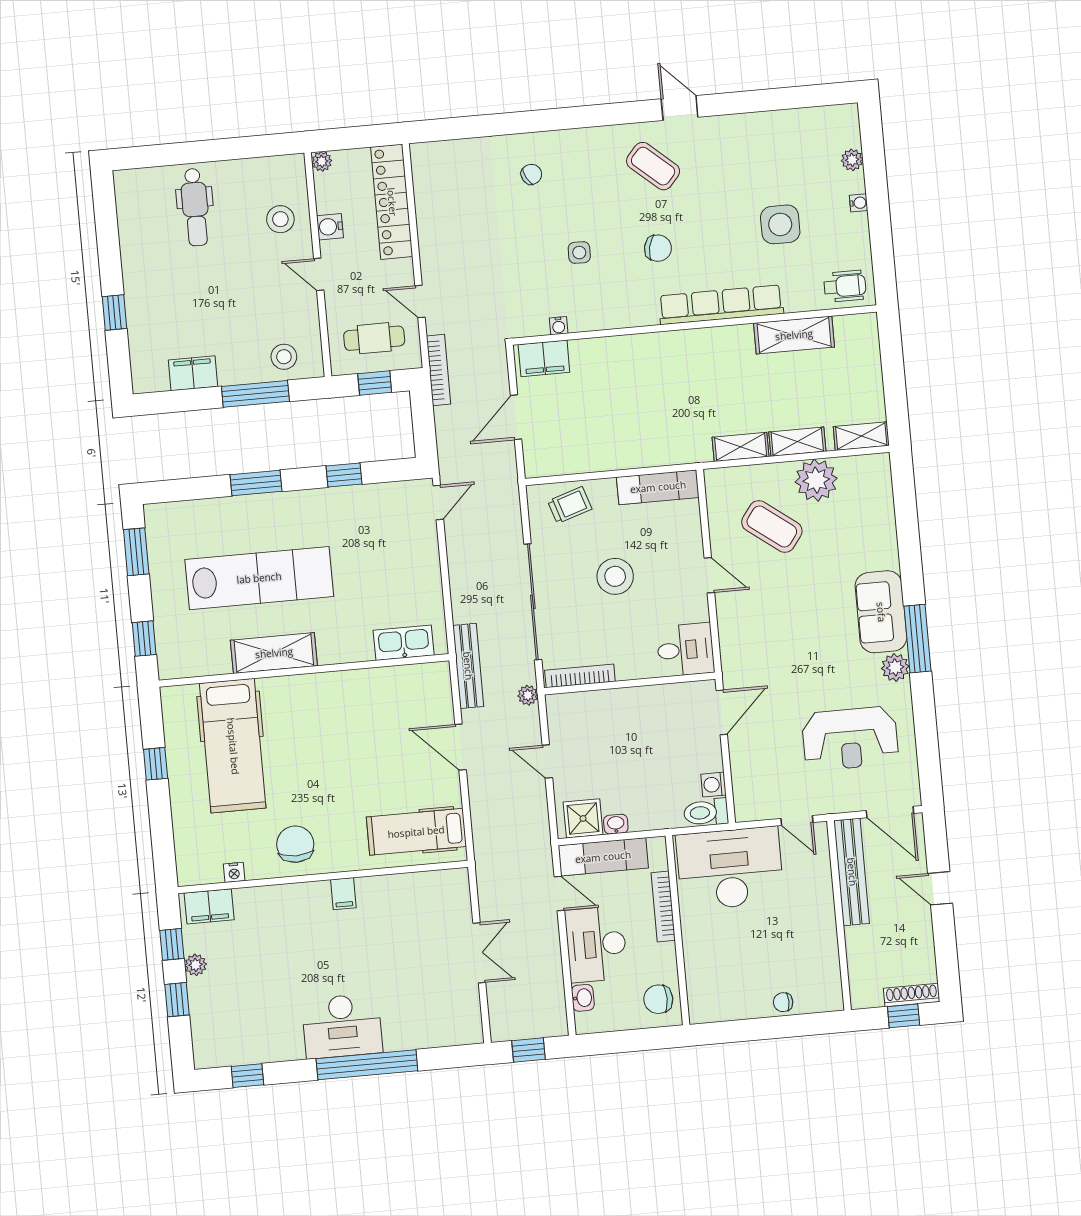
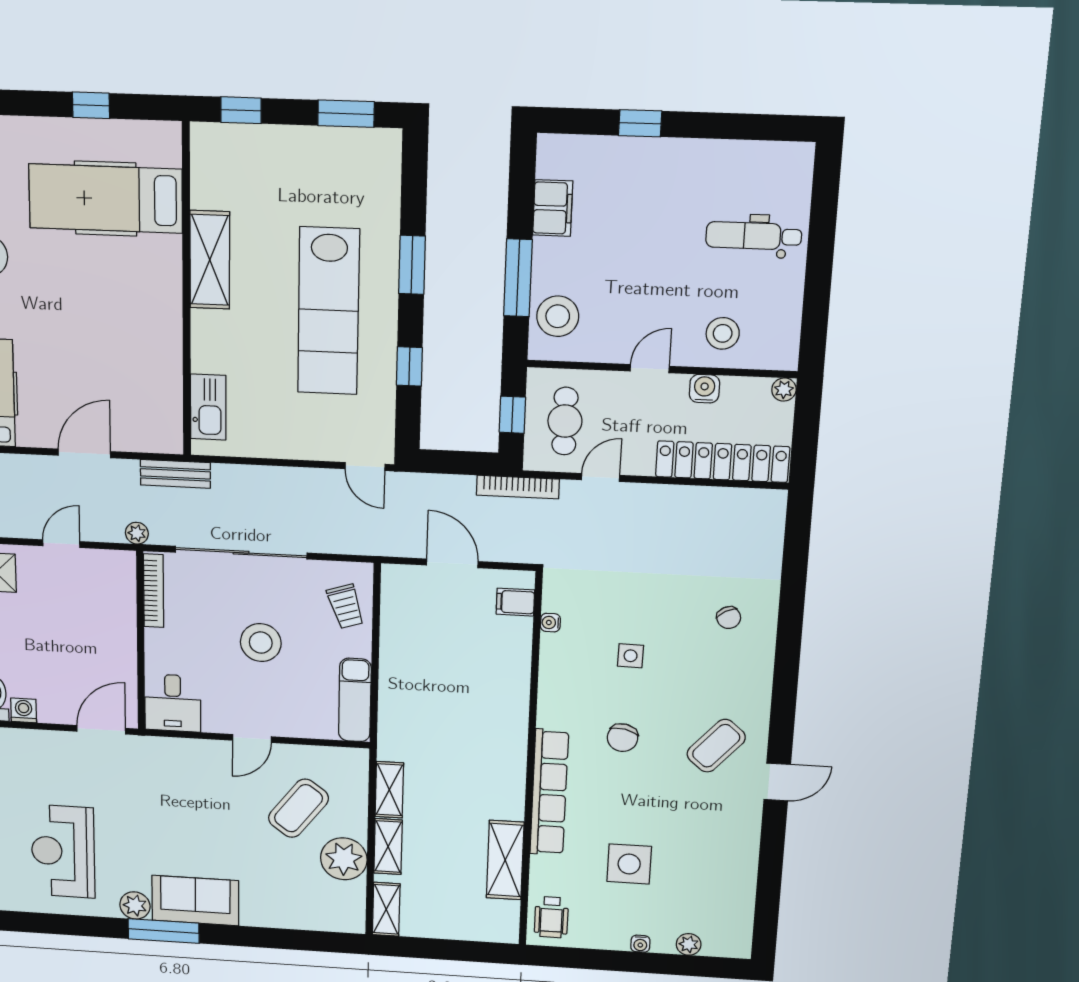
stool: (284, 357) -> (558, 316), width x1.38, depth x1.38
filing cabinet: (544, 358) -> (515, 602), width x0.50
lab bench: (259, 578) -> (328, 311), moved
bench: (468, 666) -> (175, 474), width x0.73
door: (722, 712) -> (101, 730), swing flipped

